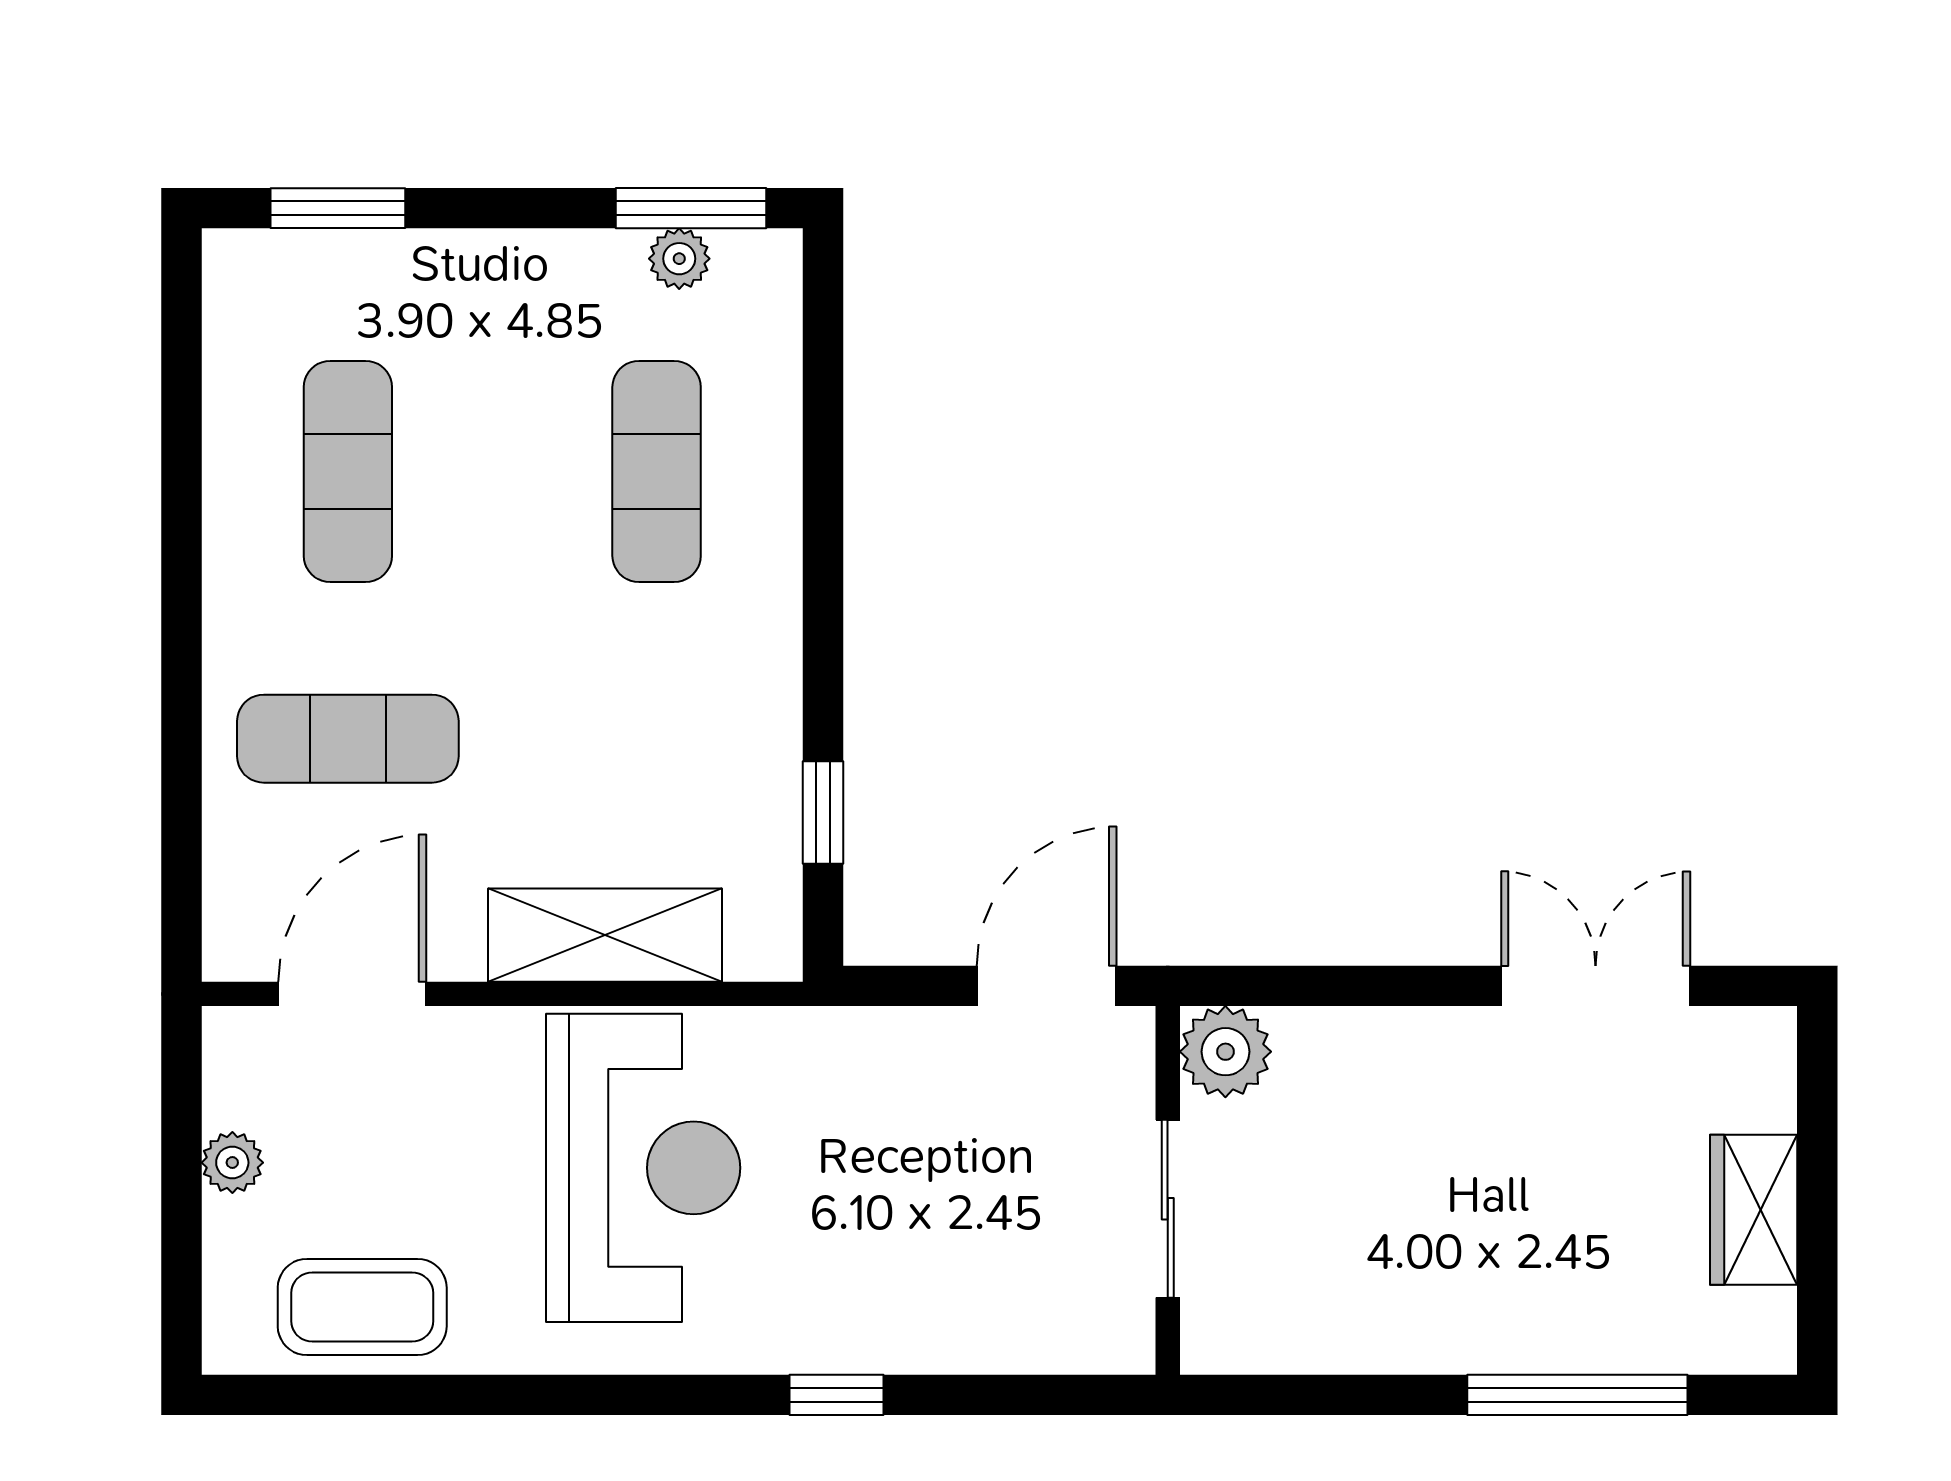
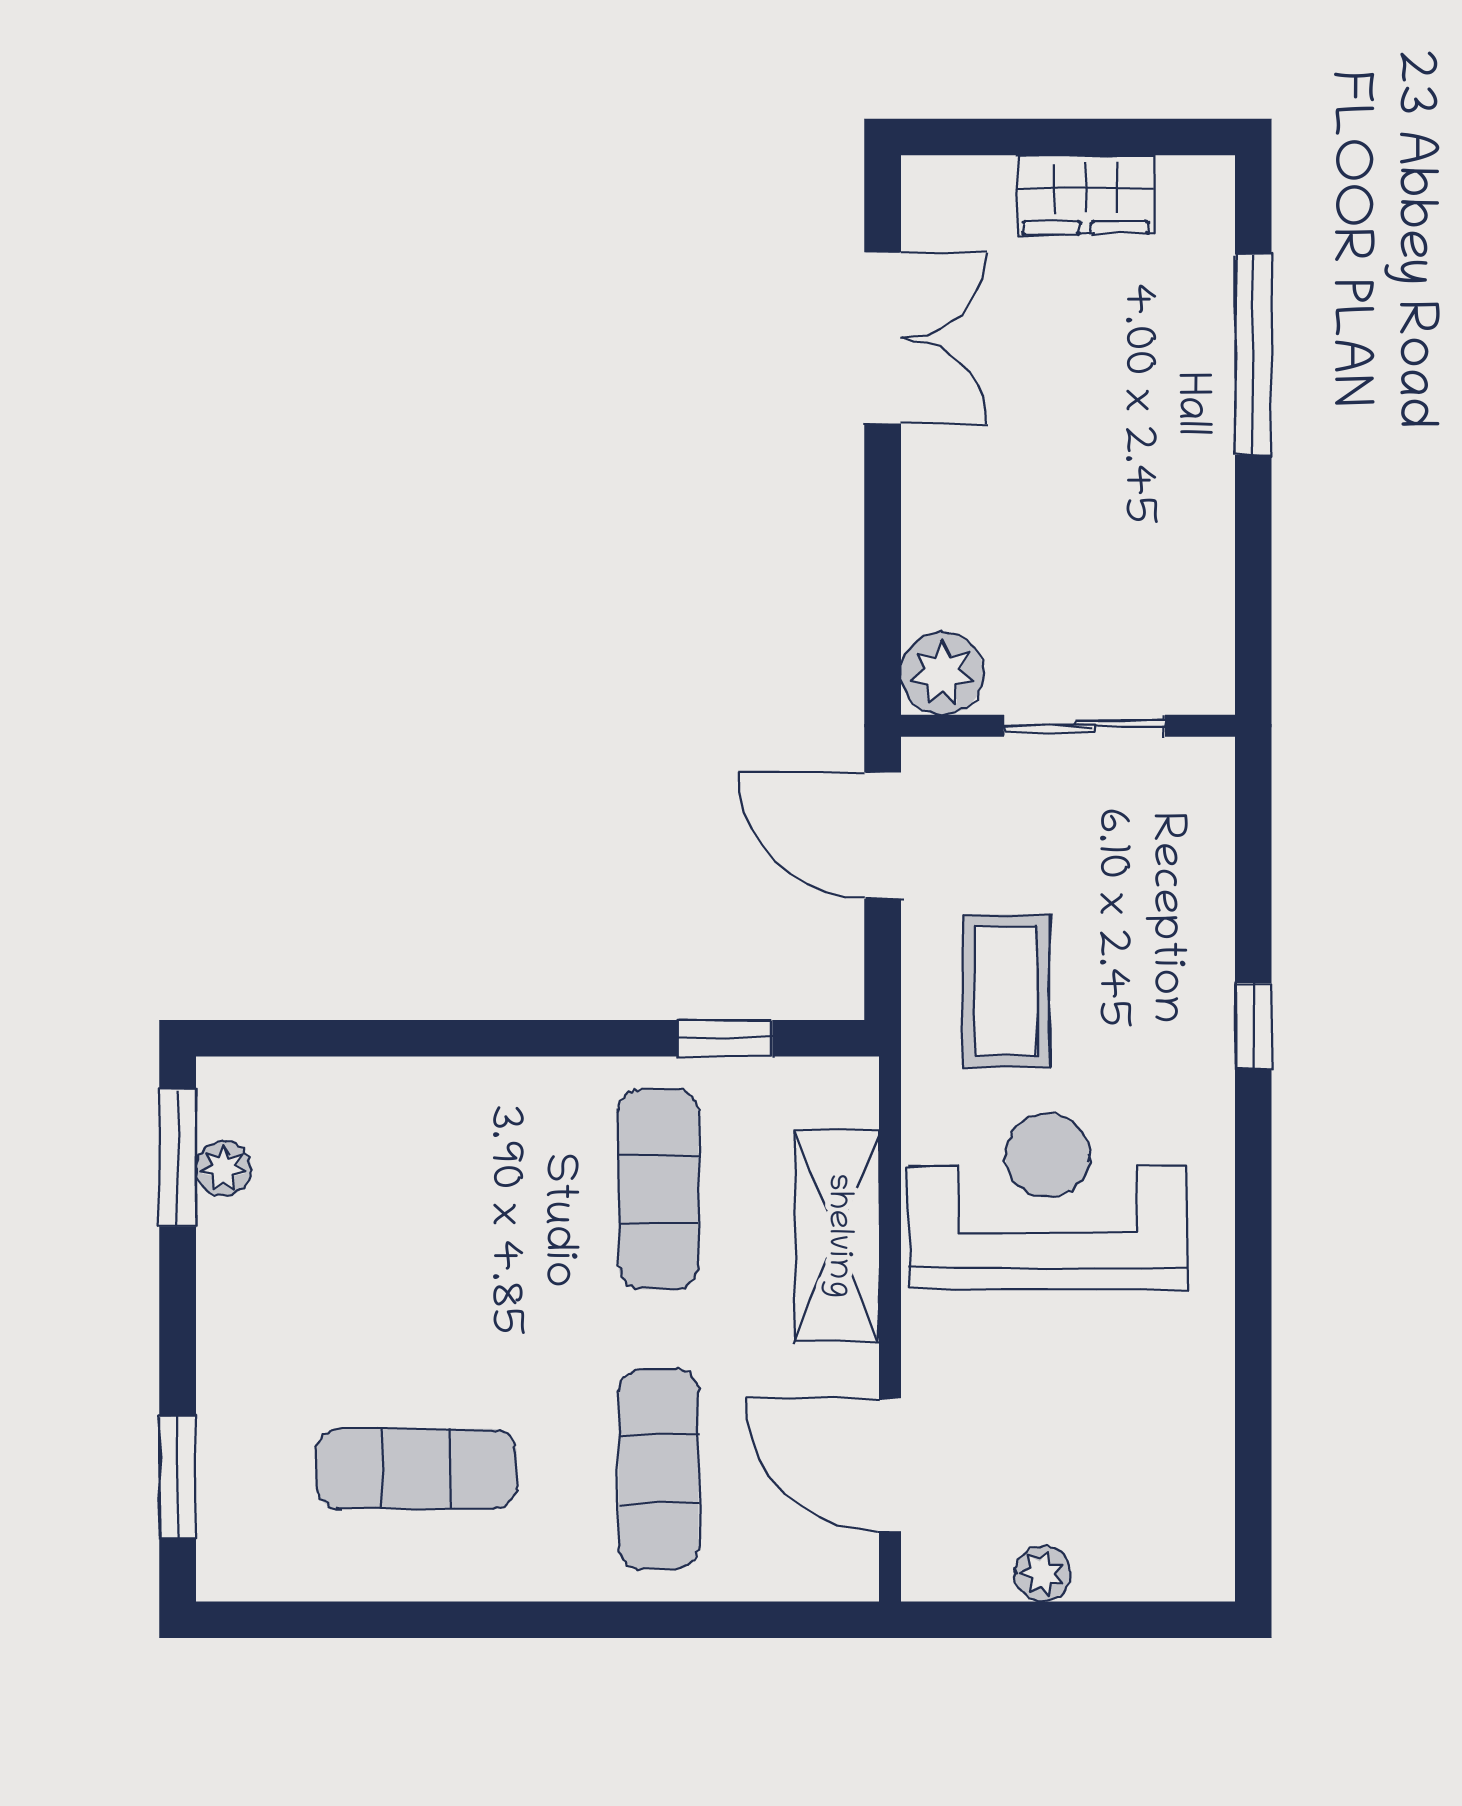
exercise mat: (657, 471) -> (659, 1189), moved, turned 90
double door: (1596, 986) -> (883, 338), swing flipped
coffee table: (362, 1307) -> (1006, 991), moved

